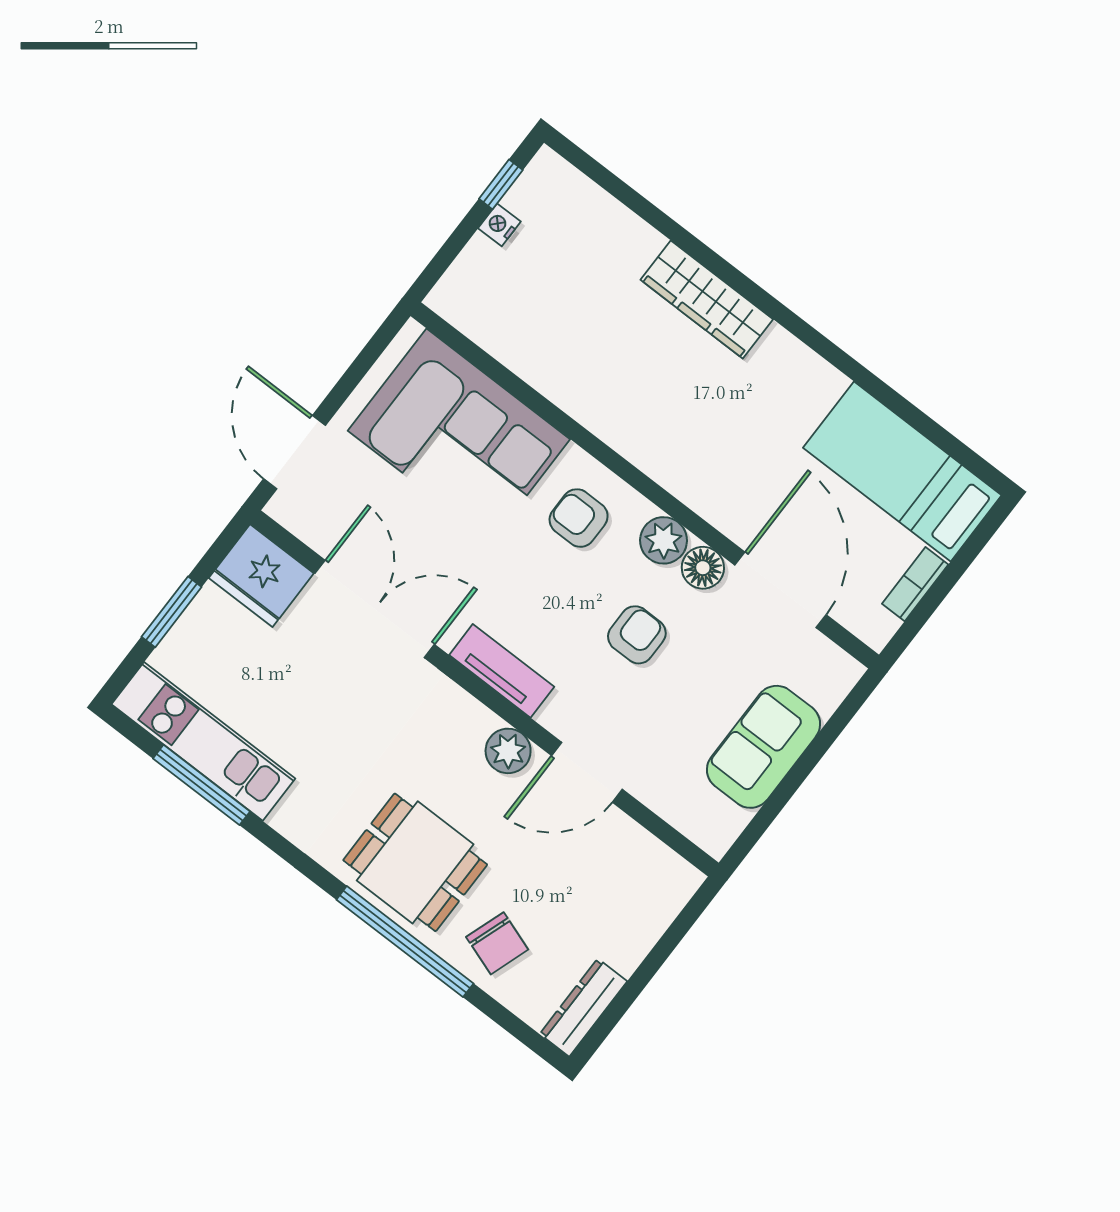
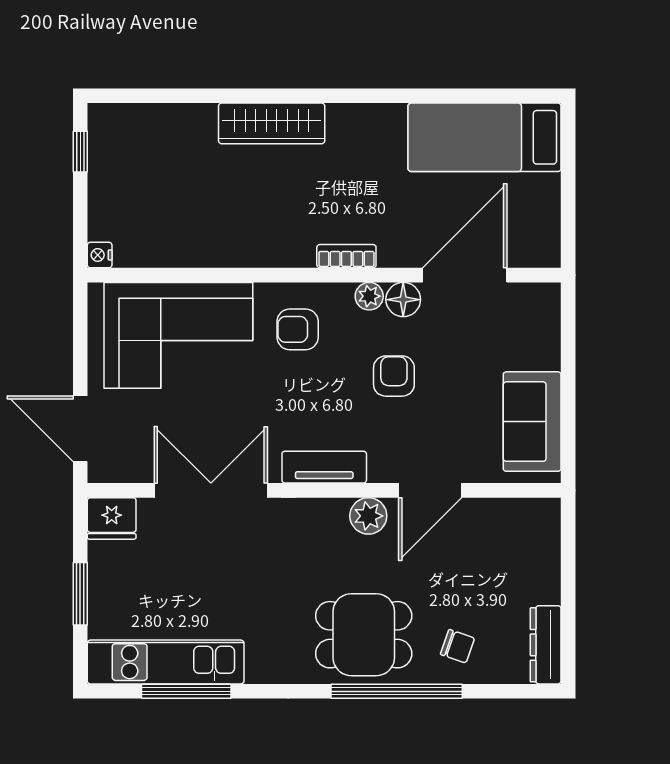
nightstand: (499, 225) -> (100, 255), moved
plant: (664, 540) -> (369, 296), width x0.73, depth x0.73
fridge: (261, 576) -> (112, 518), width x0.73, depth x0.75
bookcase: (915, 584) -> (346, 256), moved, turned 90
door: (780, 590) -> (465, 275), hinge flipped
sofa: (763, 747) -> (532, 422), moved
chair: (497, 943) -> (457, 646), width x0.73, depth x0.73

